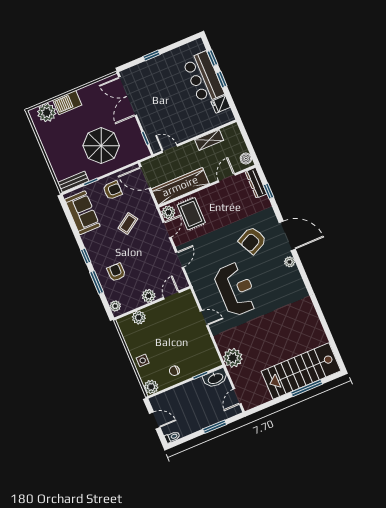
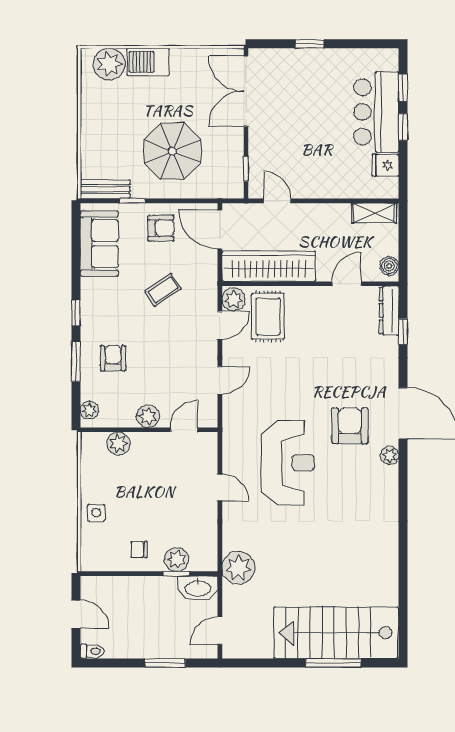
shelving: (209, 140) -> (374, 213), moved
armchair: (252, 240) -> (350, 426), moved, turned 116
plant: (151, 387) -> (177, 560), moved

